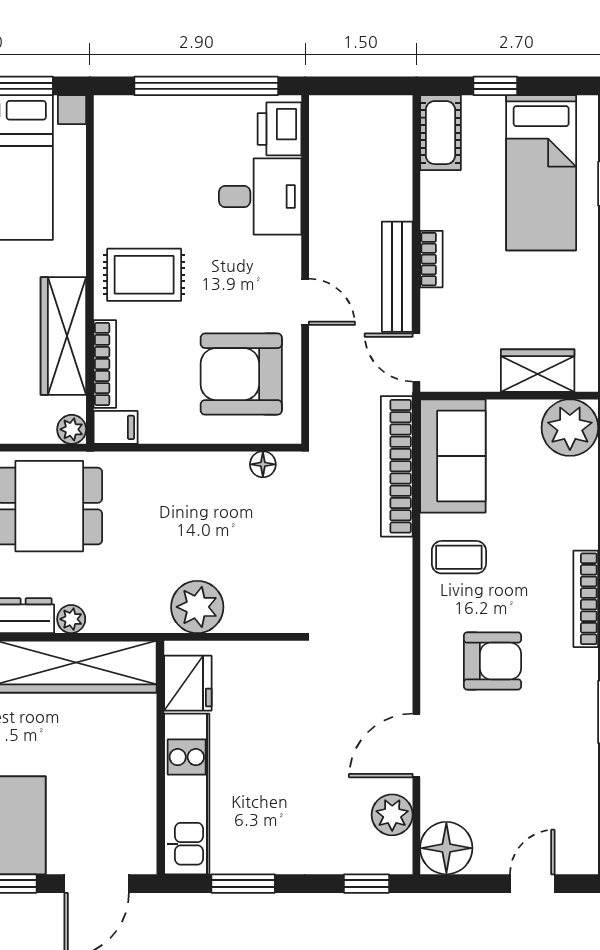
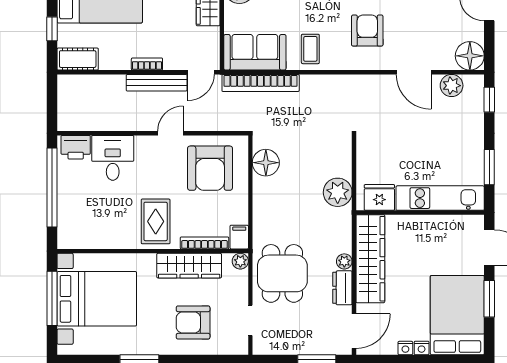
floor lamp: (263, 464) -> (266, 163), width x1.89, depth x1.89

